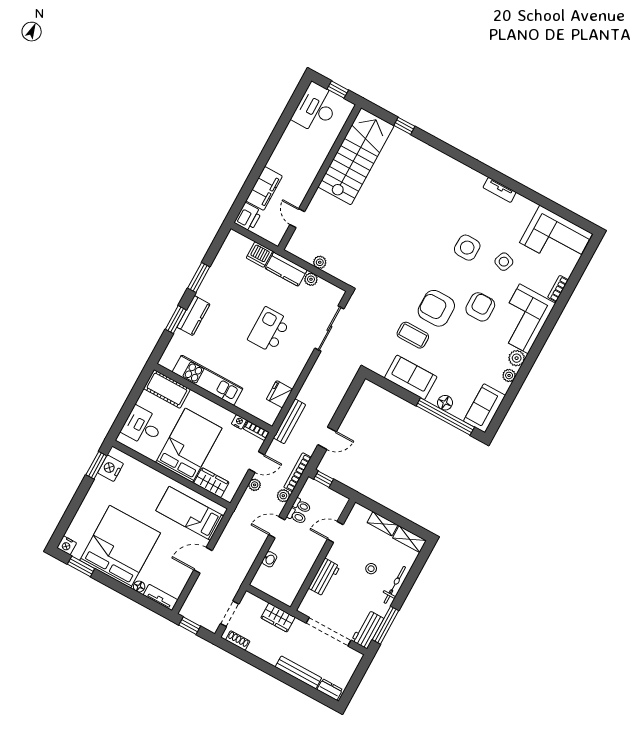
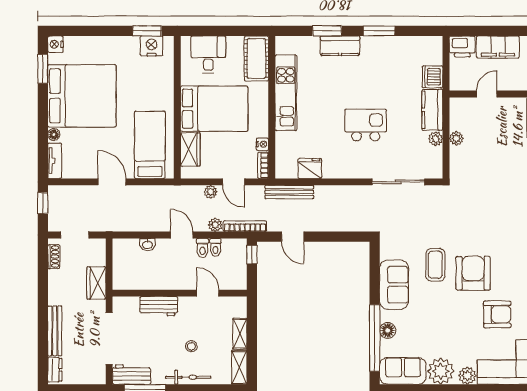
plant: (509, 375) -> (441, 371), width x1.87, depth x1.87

